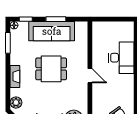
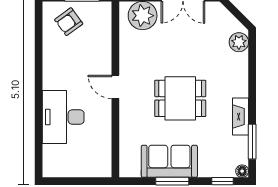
sofa: (52, 31) -> (169, 161), width x0.73
fireplace: (15, 77) -> (241, 117), moved

